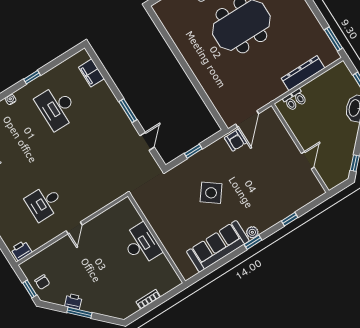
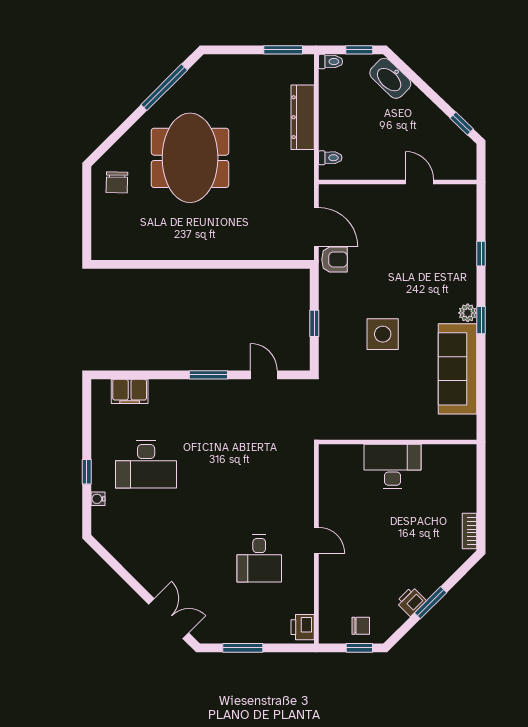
toilet: (299, 97) -> (330, 62), moved
water cooler: (11, 99) -> (98, 499), moved
side table: (211, 193) -> (383, 334), turned -37
bookcase: (148, 299) -> (470, 531), moved

